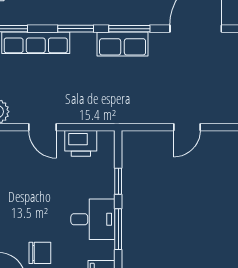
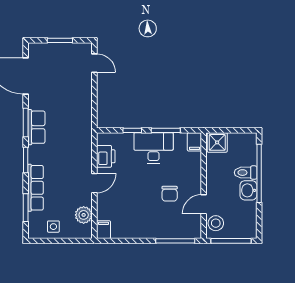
door: (187, 127) -> (94, 63), moved
desk: (93, 219) -> (154, 148), width x1.37
chair: (40, 253) -> (170, 194), moved, turned 180

